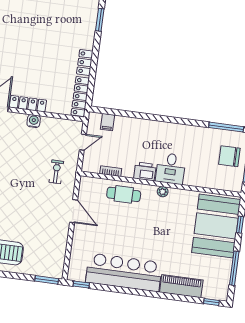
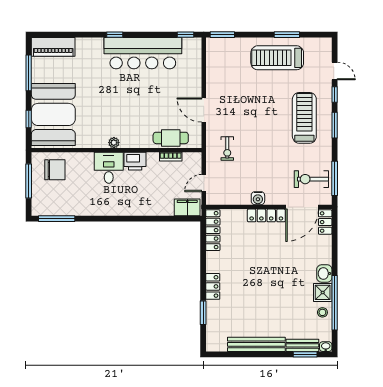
locker: (85, 63) -> (213, 286), moved
filing cabinet: (108, 122) -> (187, 207), width x2.00
chair: (229, 156) -> (55, 170), moved
cafe table: (124, 194) -> (171, 138), moved
piano: (181, 286) -> (53, 47), moved
window: (211, 302) -> (115, 35), moved

